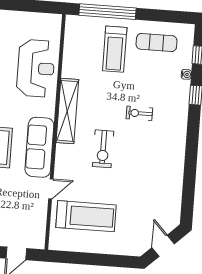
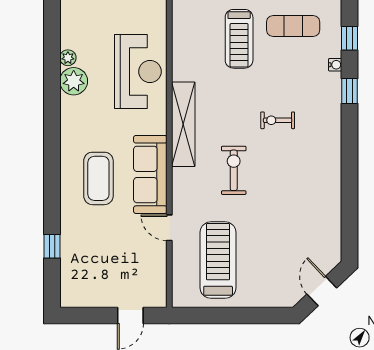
exercise bike: (103, 149) -> (234, 170), turned 180
door: (51, 189) -> (169, 228), swing flipped
treadmill: (86, 216) -> (218, 260), turned -90

